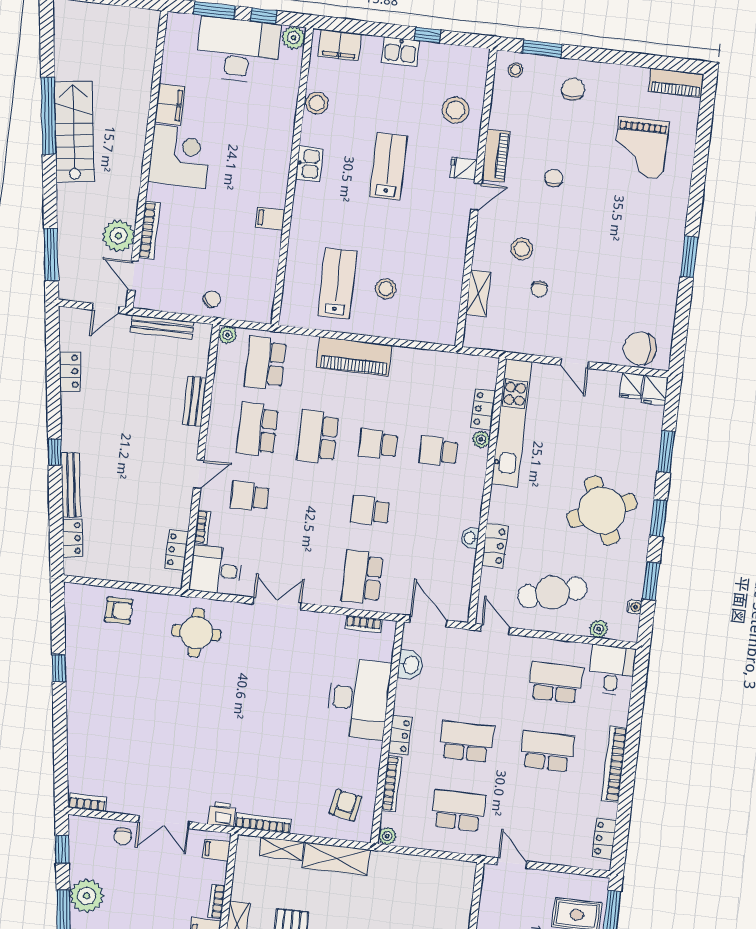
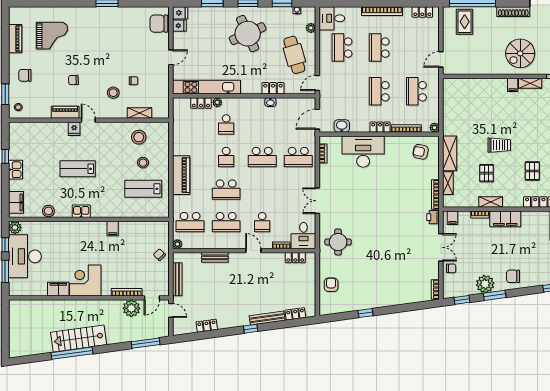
piano: (676, 83) -> (15, 39), moved
stool: (455, 110) -> (139, 137), moved
chair: (640, 348) -> (159, 24), turned 90
school desk: (370, 511) -> (262, 157), width x1.85

